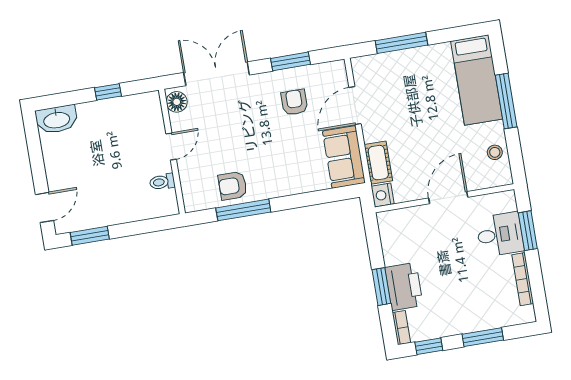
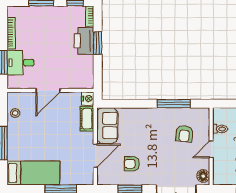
bed: (477, 80) -> (33, 173), moved, turned 90
armchair: (294, 102) -> (132, 164), turned 90
armchair: (233, 186) -> (184, 134), moved, turned 96

